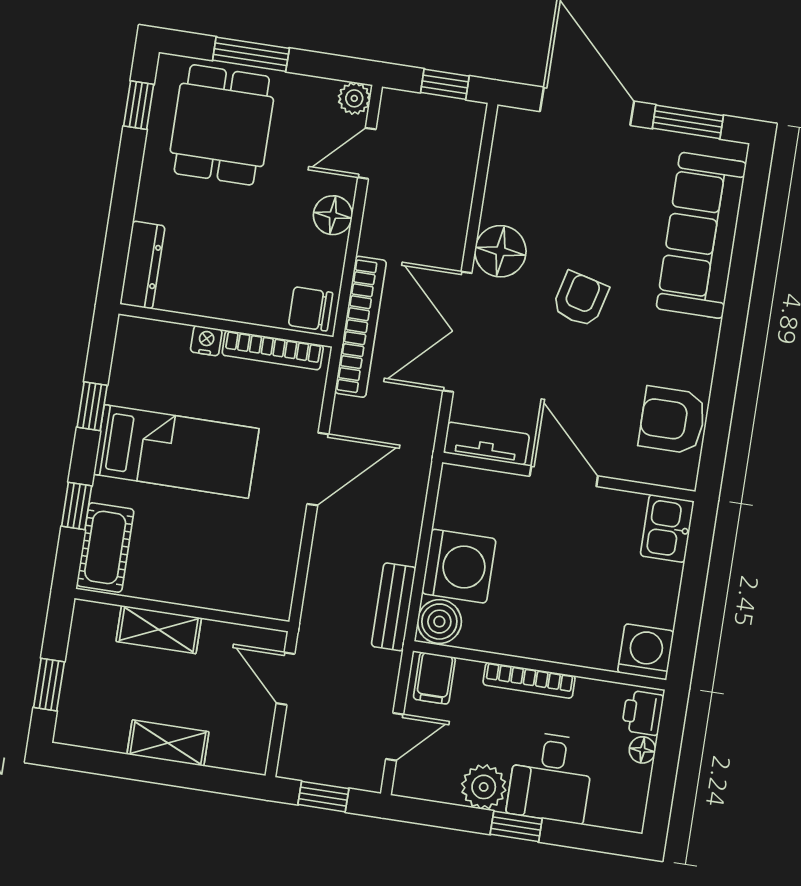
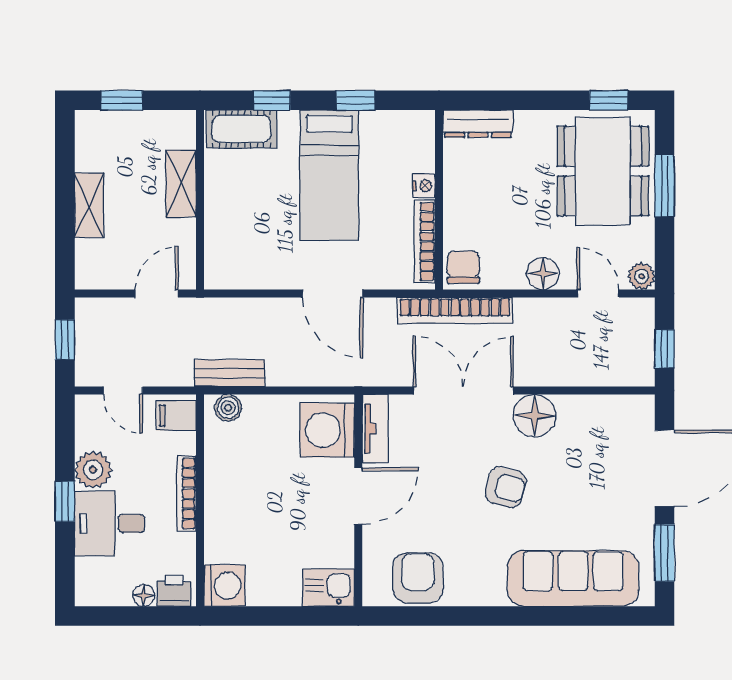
dining table: (222, 125) -> (603, 171), width x1.38
washing machine: (459, 566) -> (327, 430), moved, turned 90
boiler: (439, 622) -> (228, 408), width x0.73, depth x0.73

